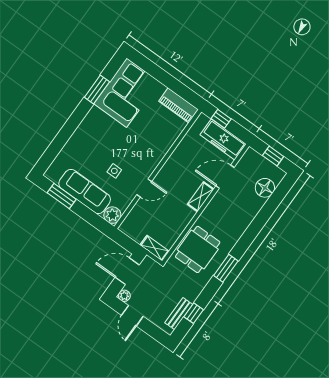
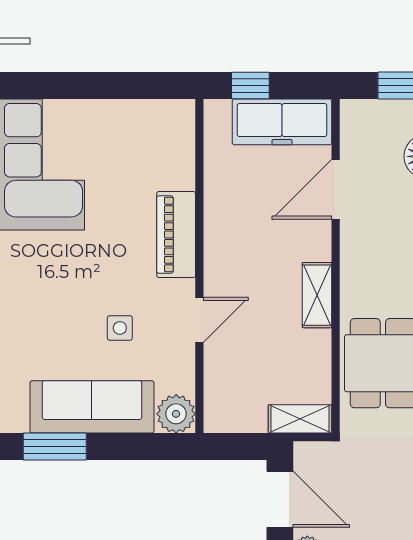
piano: (179, 105) -> (176, 235), moved, turned 90
shelving: (201, 197) -> (317, 295), moved
door: (127, 271) -> (280, 499), swing flipped

